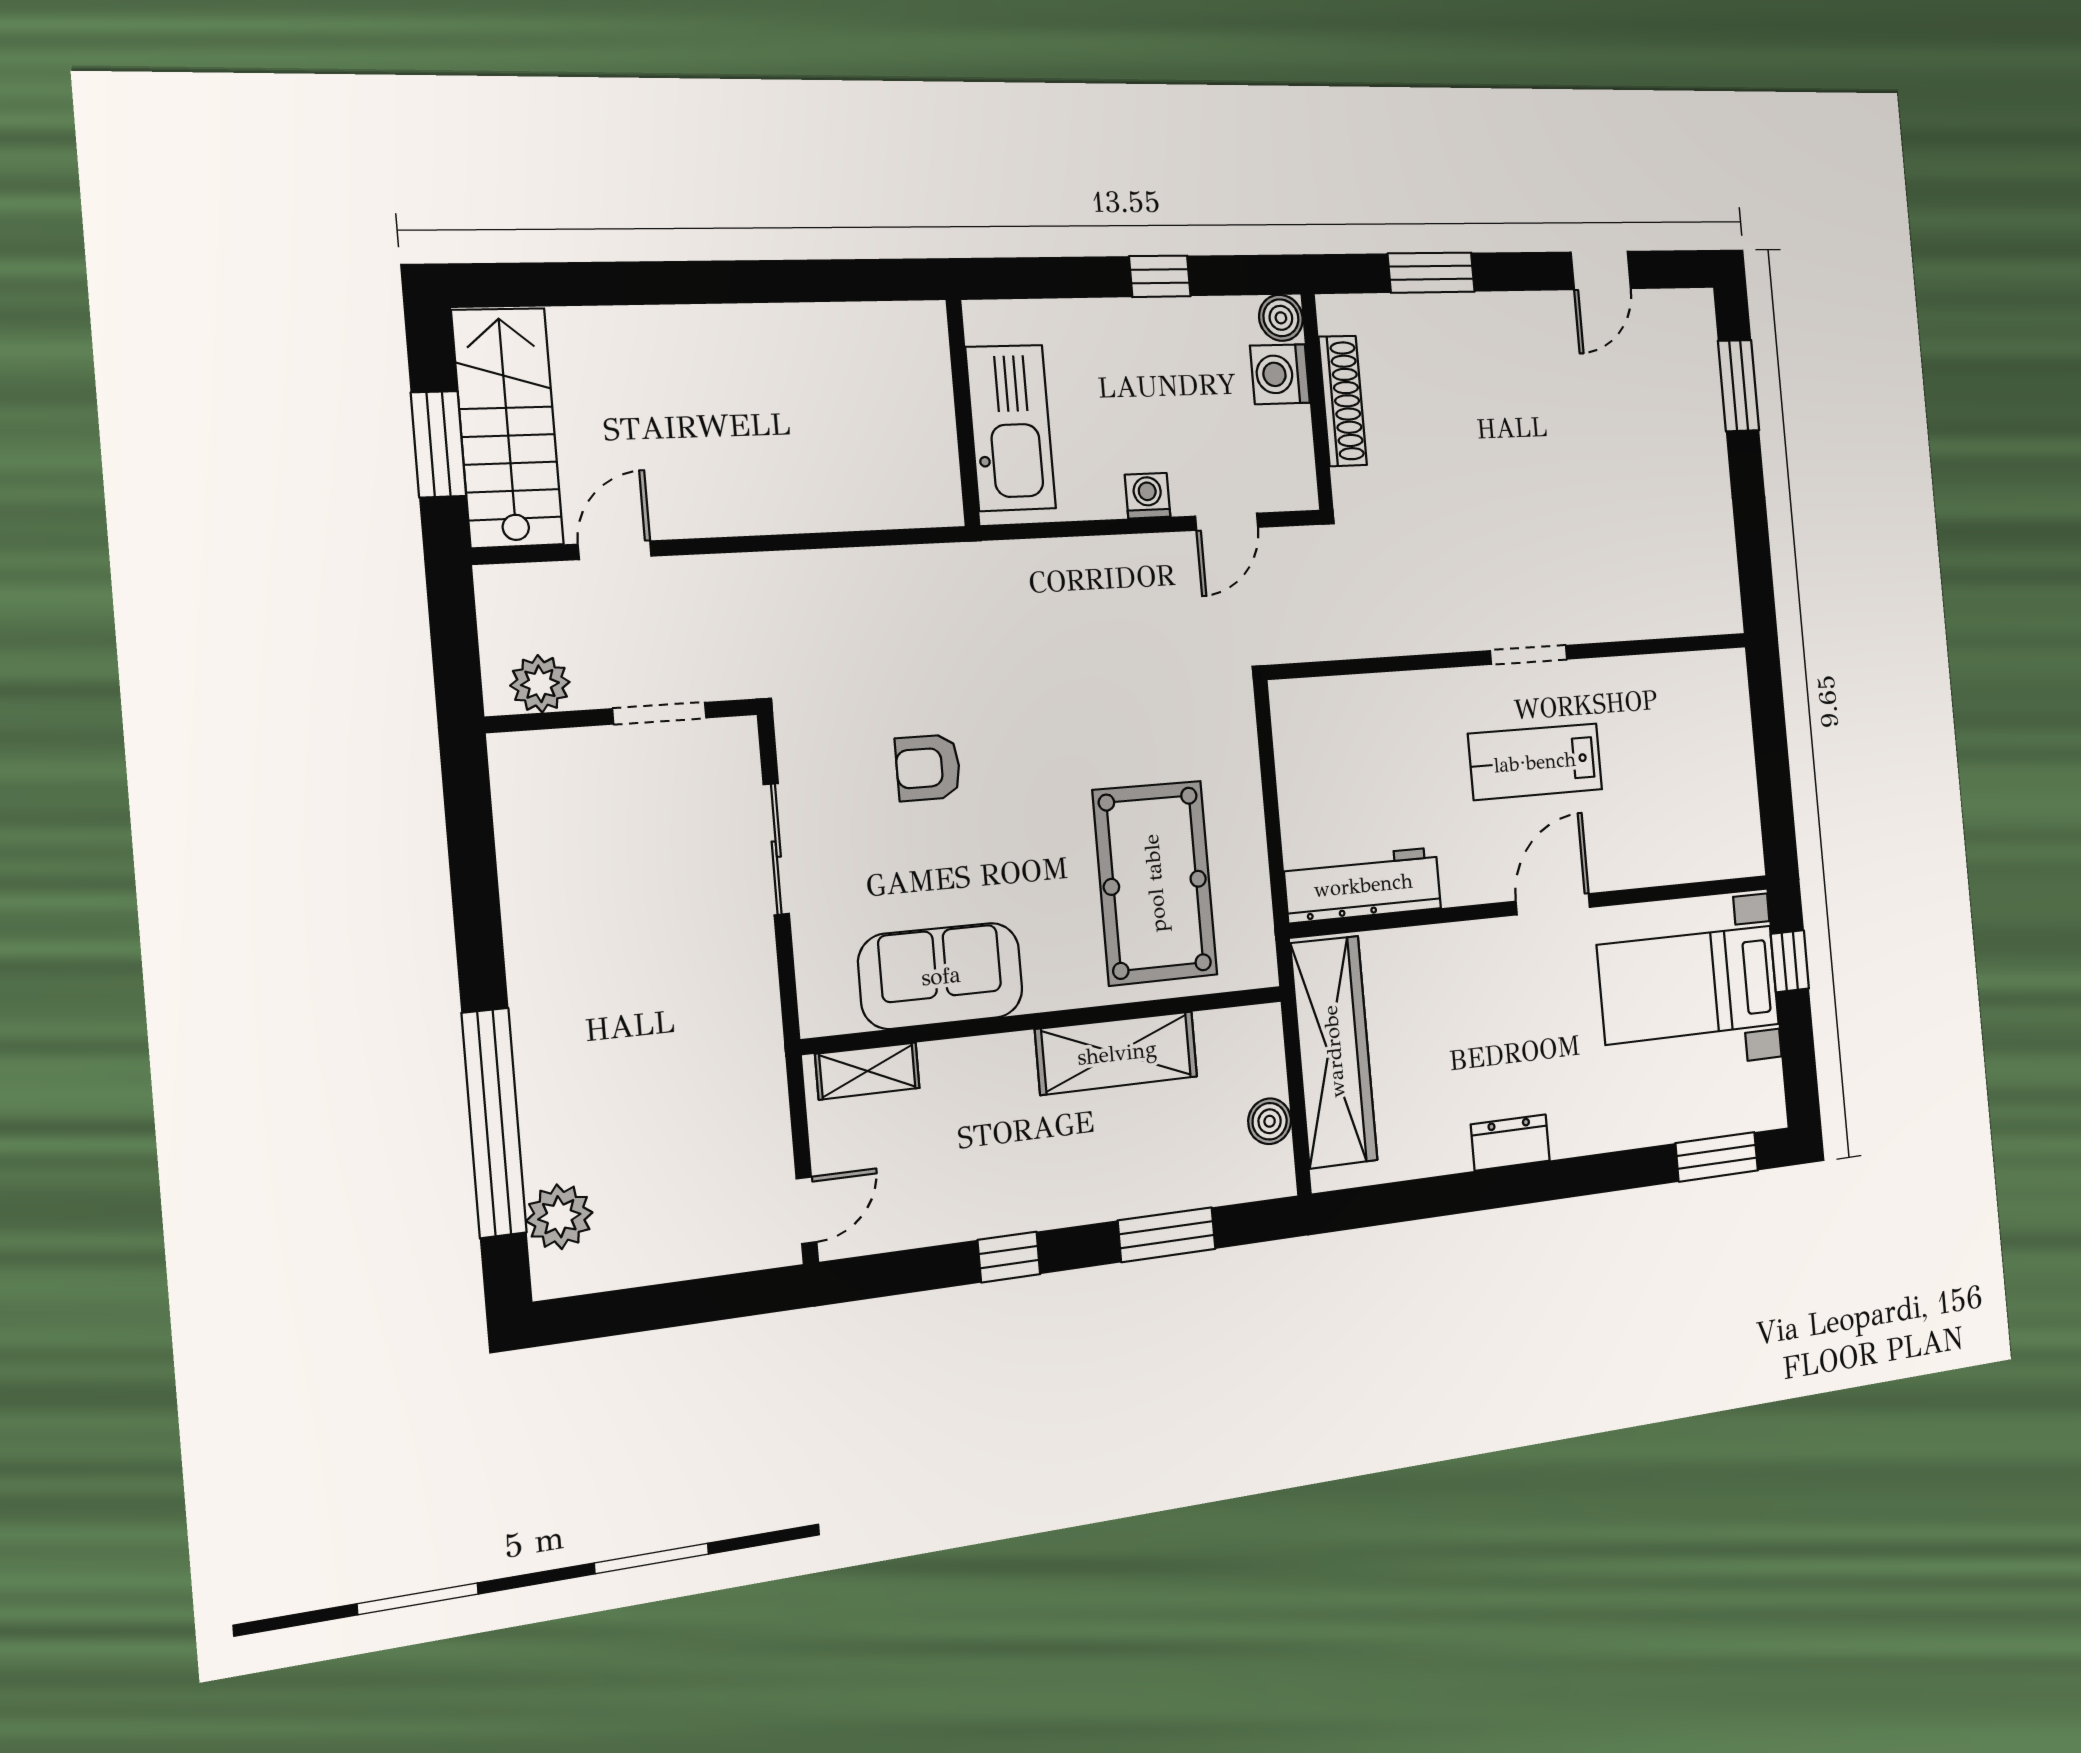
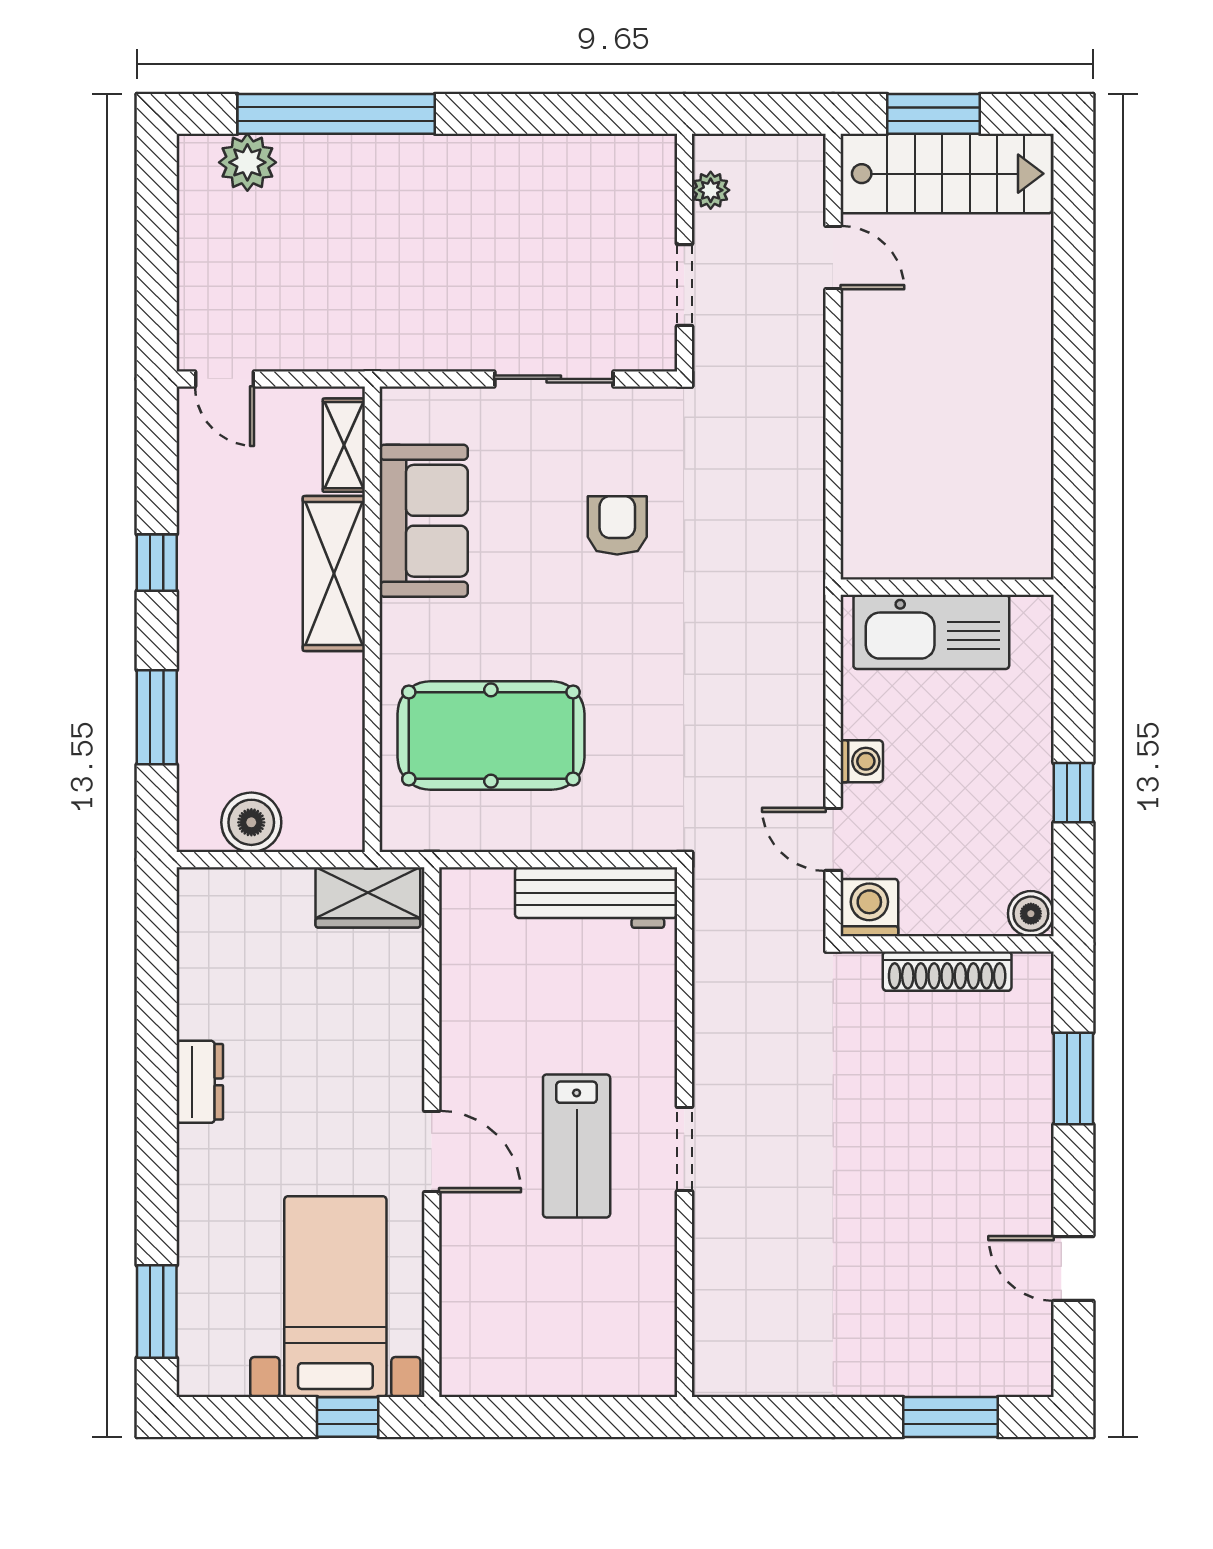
washing machine: (1280, 374) -> (869, 908), moved
plant: (540, 684) -> (711, 190), width x0.73, depth x0.73
lab bench: (1535, 762) -> (577, 1146), turned 180
workbench: (1363, 885) -> (596, 897), moved, turned 90
wardrobe: (1334, 1052) -> (368, 897), width x0.48, depth x0.85
shelving: (1117, 1053) -> (334, 573), moved
boiler: (1270, 1121) -> (251, 822), width x1.36, depth x1.36

